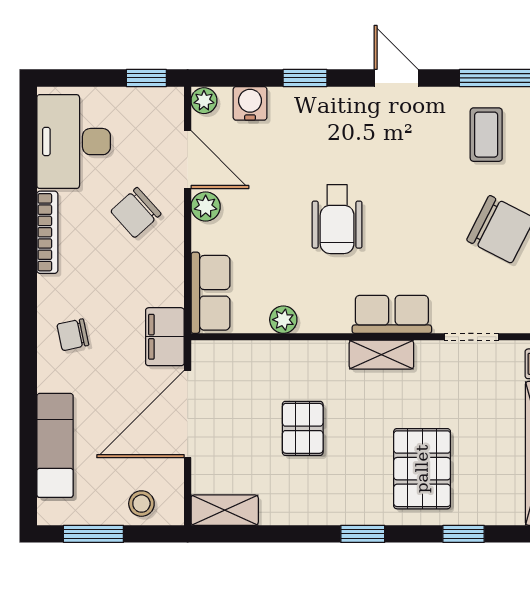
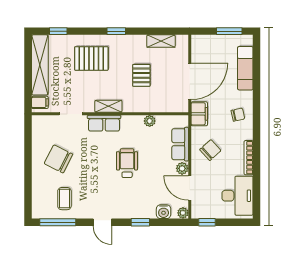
chair: (136, 213) -> (210, 150), moved
row of seats: (210, 293) -> (180, 144), moved
pallet: (422, 469) -> (91, 58), turned 90
stool: (141, 504) -> (209, 44), removed
shelving: (225, 510) -> (161, 41), moved
window: (464, 534) -> (58, 31), moved

